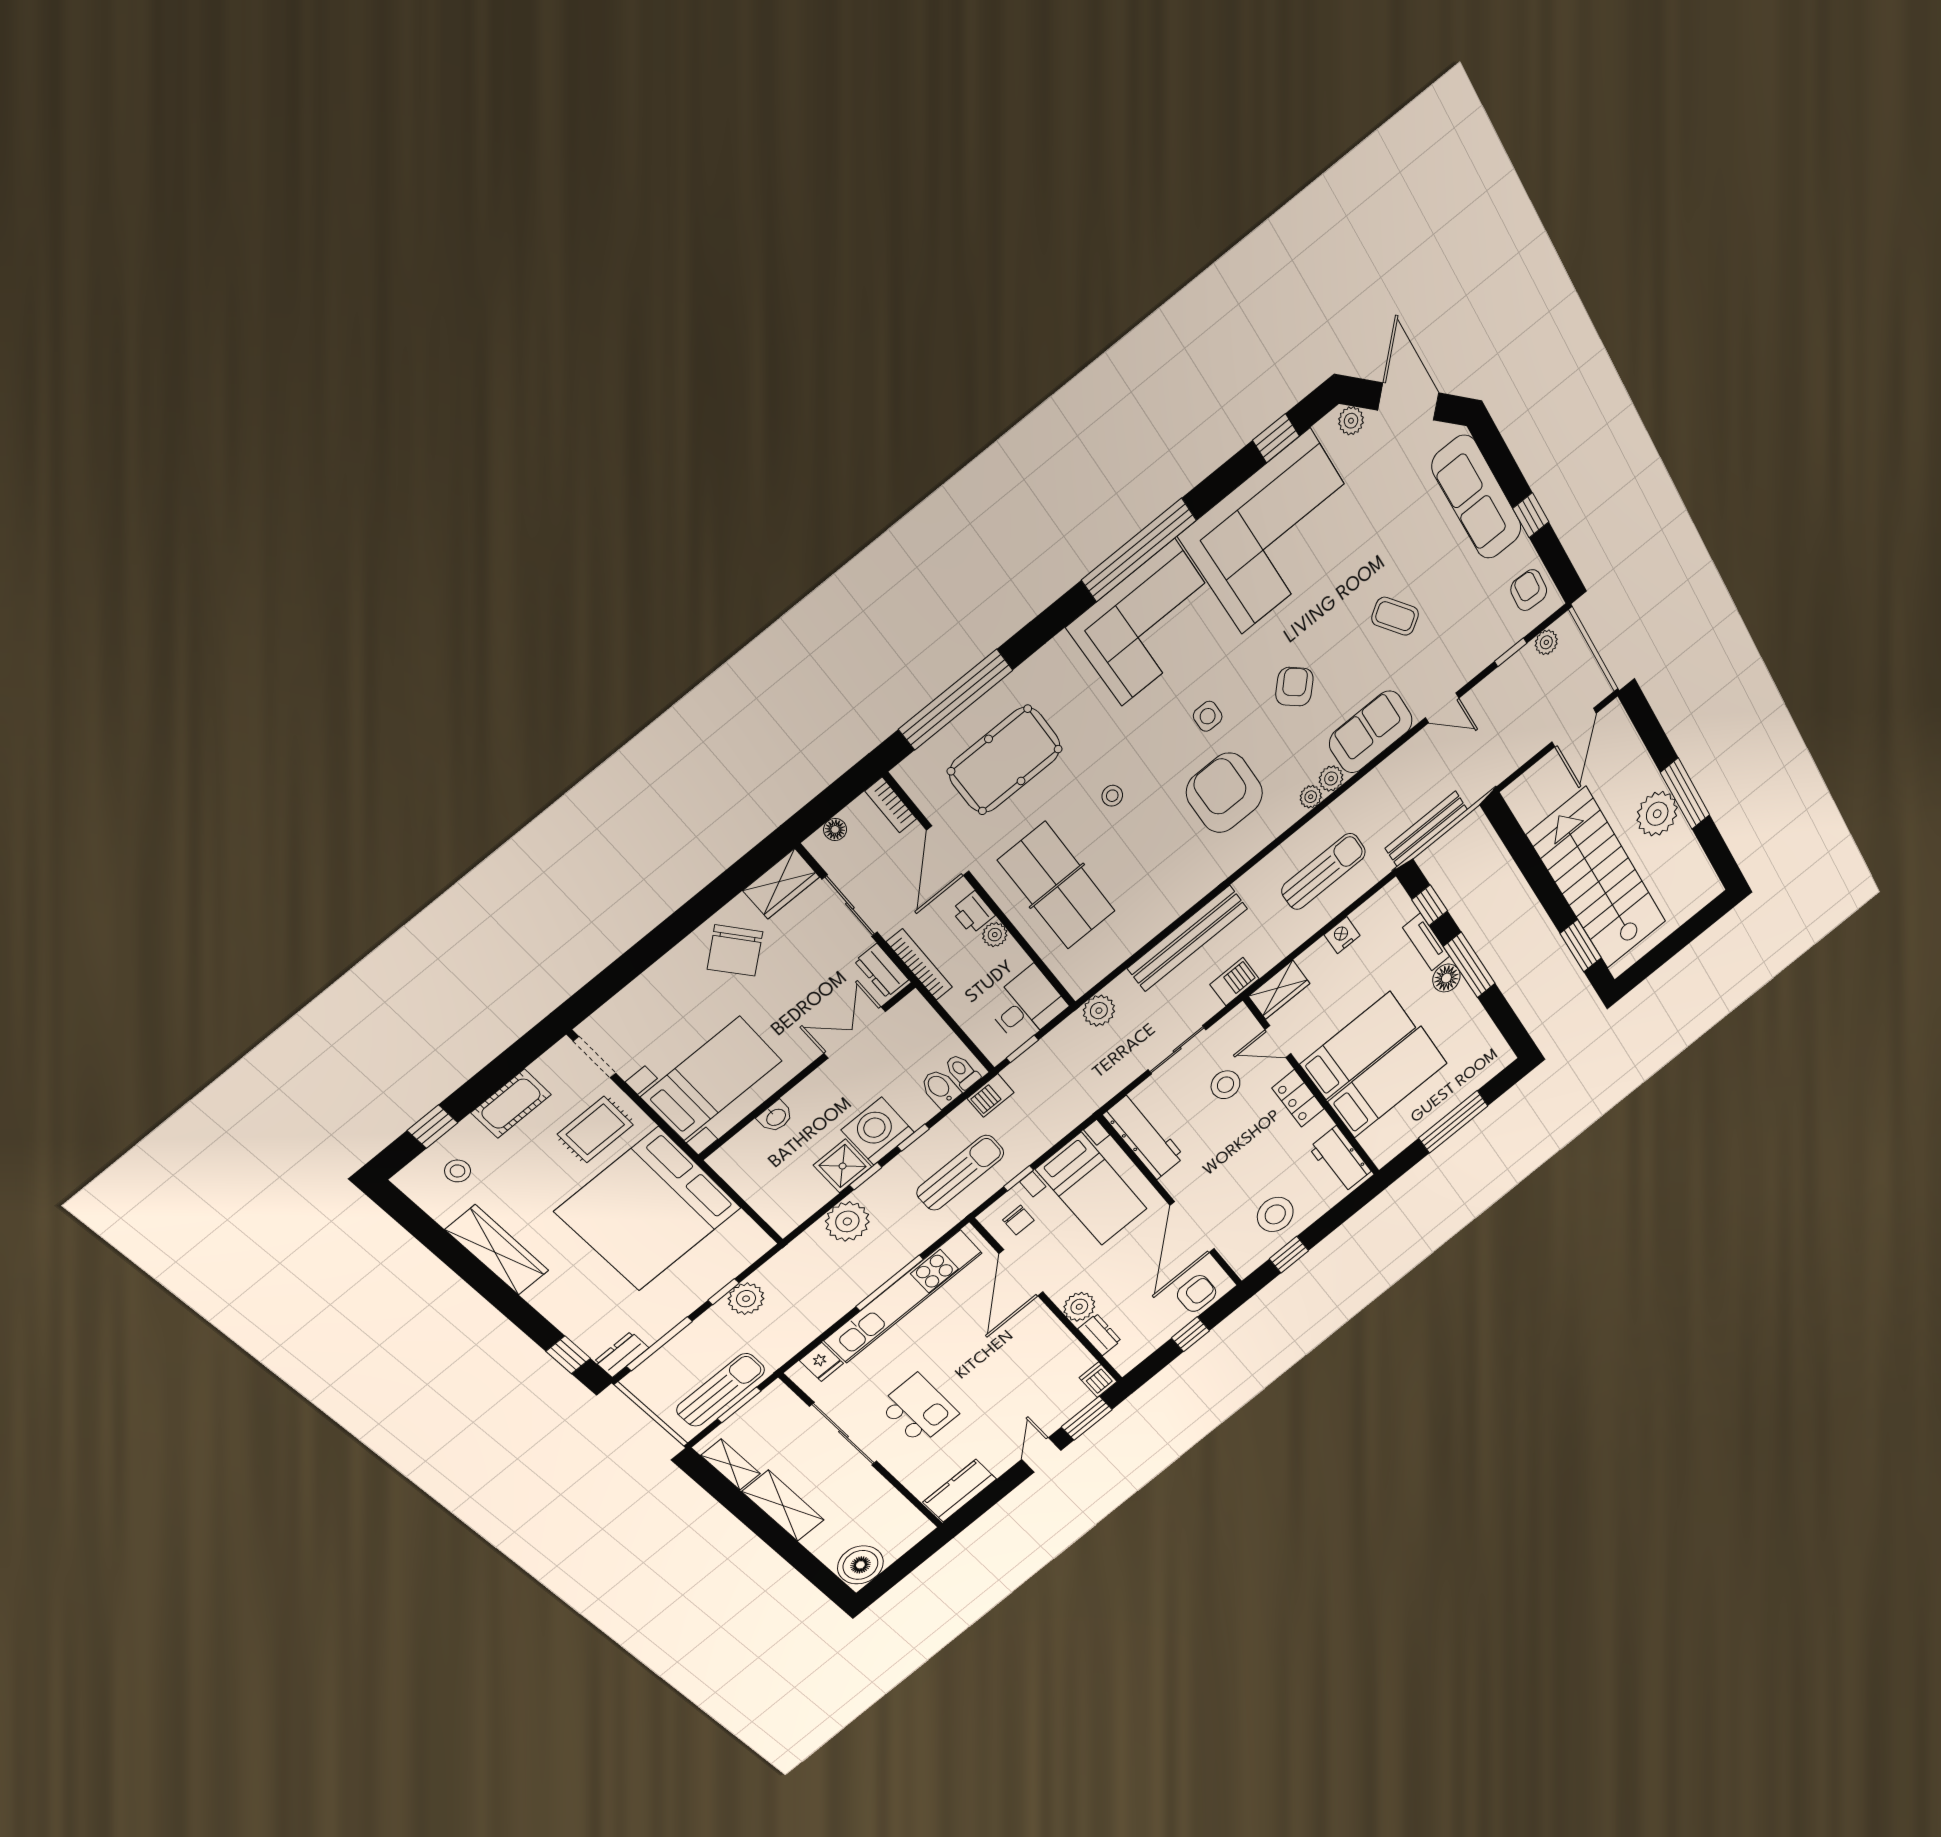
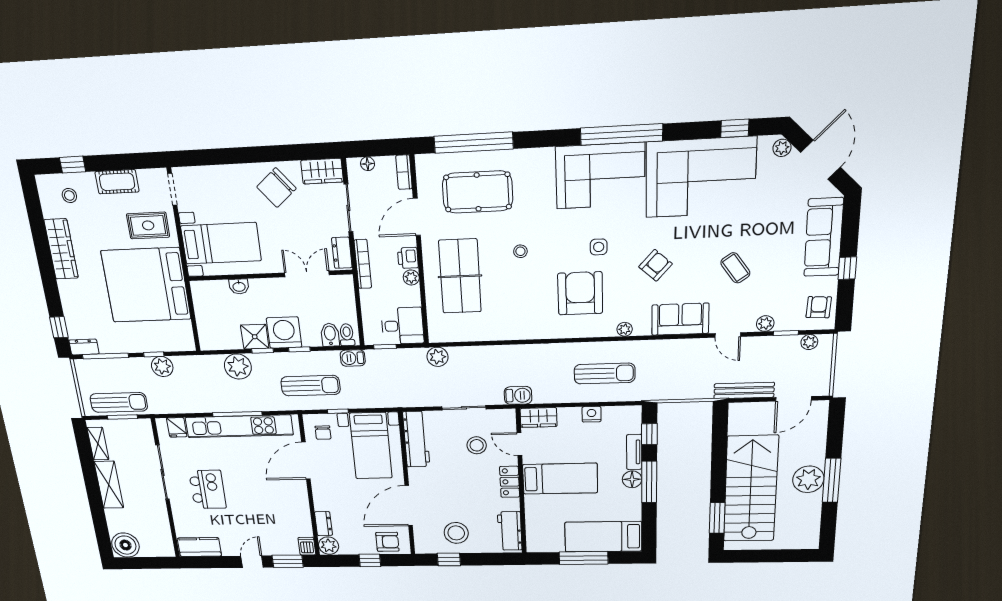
plant: (1331, 779) -> (765, 324), moved
bench: (1426, 829) -> (744, 391), moved
bench: (1187, 939) -> (509, 354), removed
bed: (1387, 1082) -> (603, 537), moved, turned 180
plant: (1079, 1307) -> (329, 546), moved

